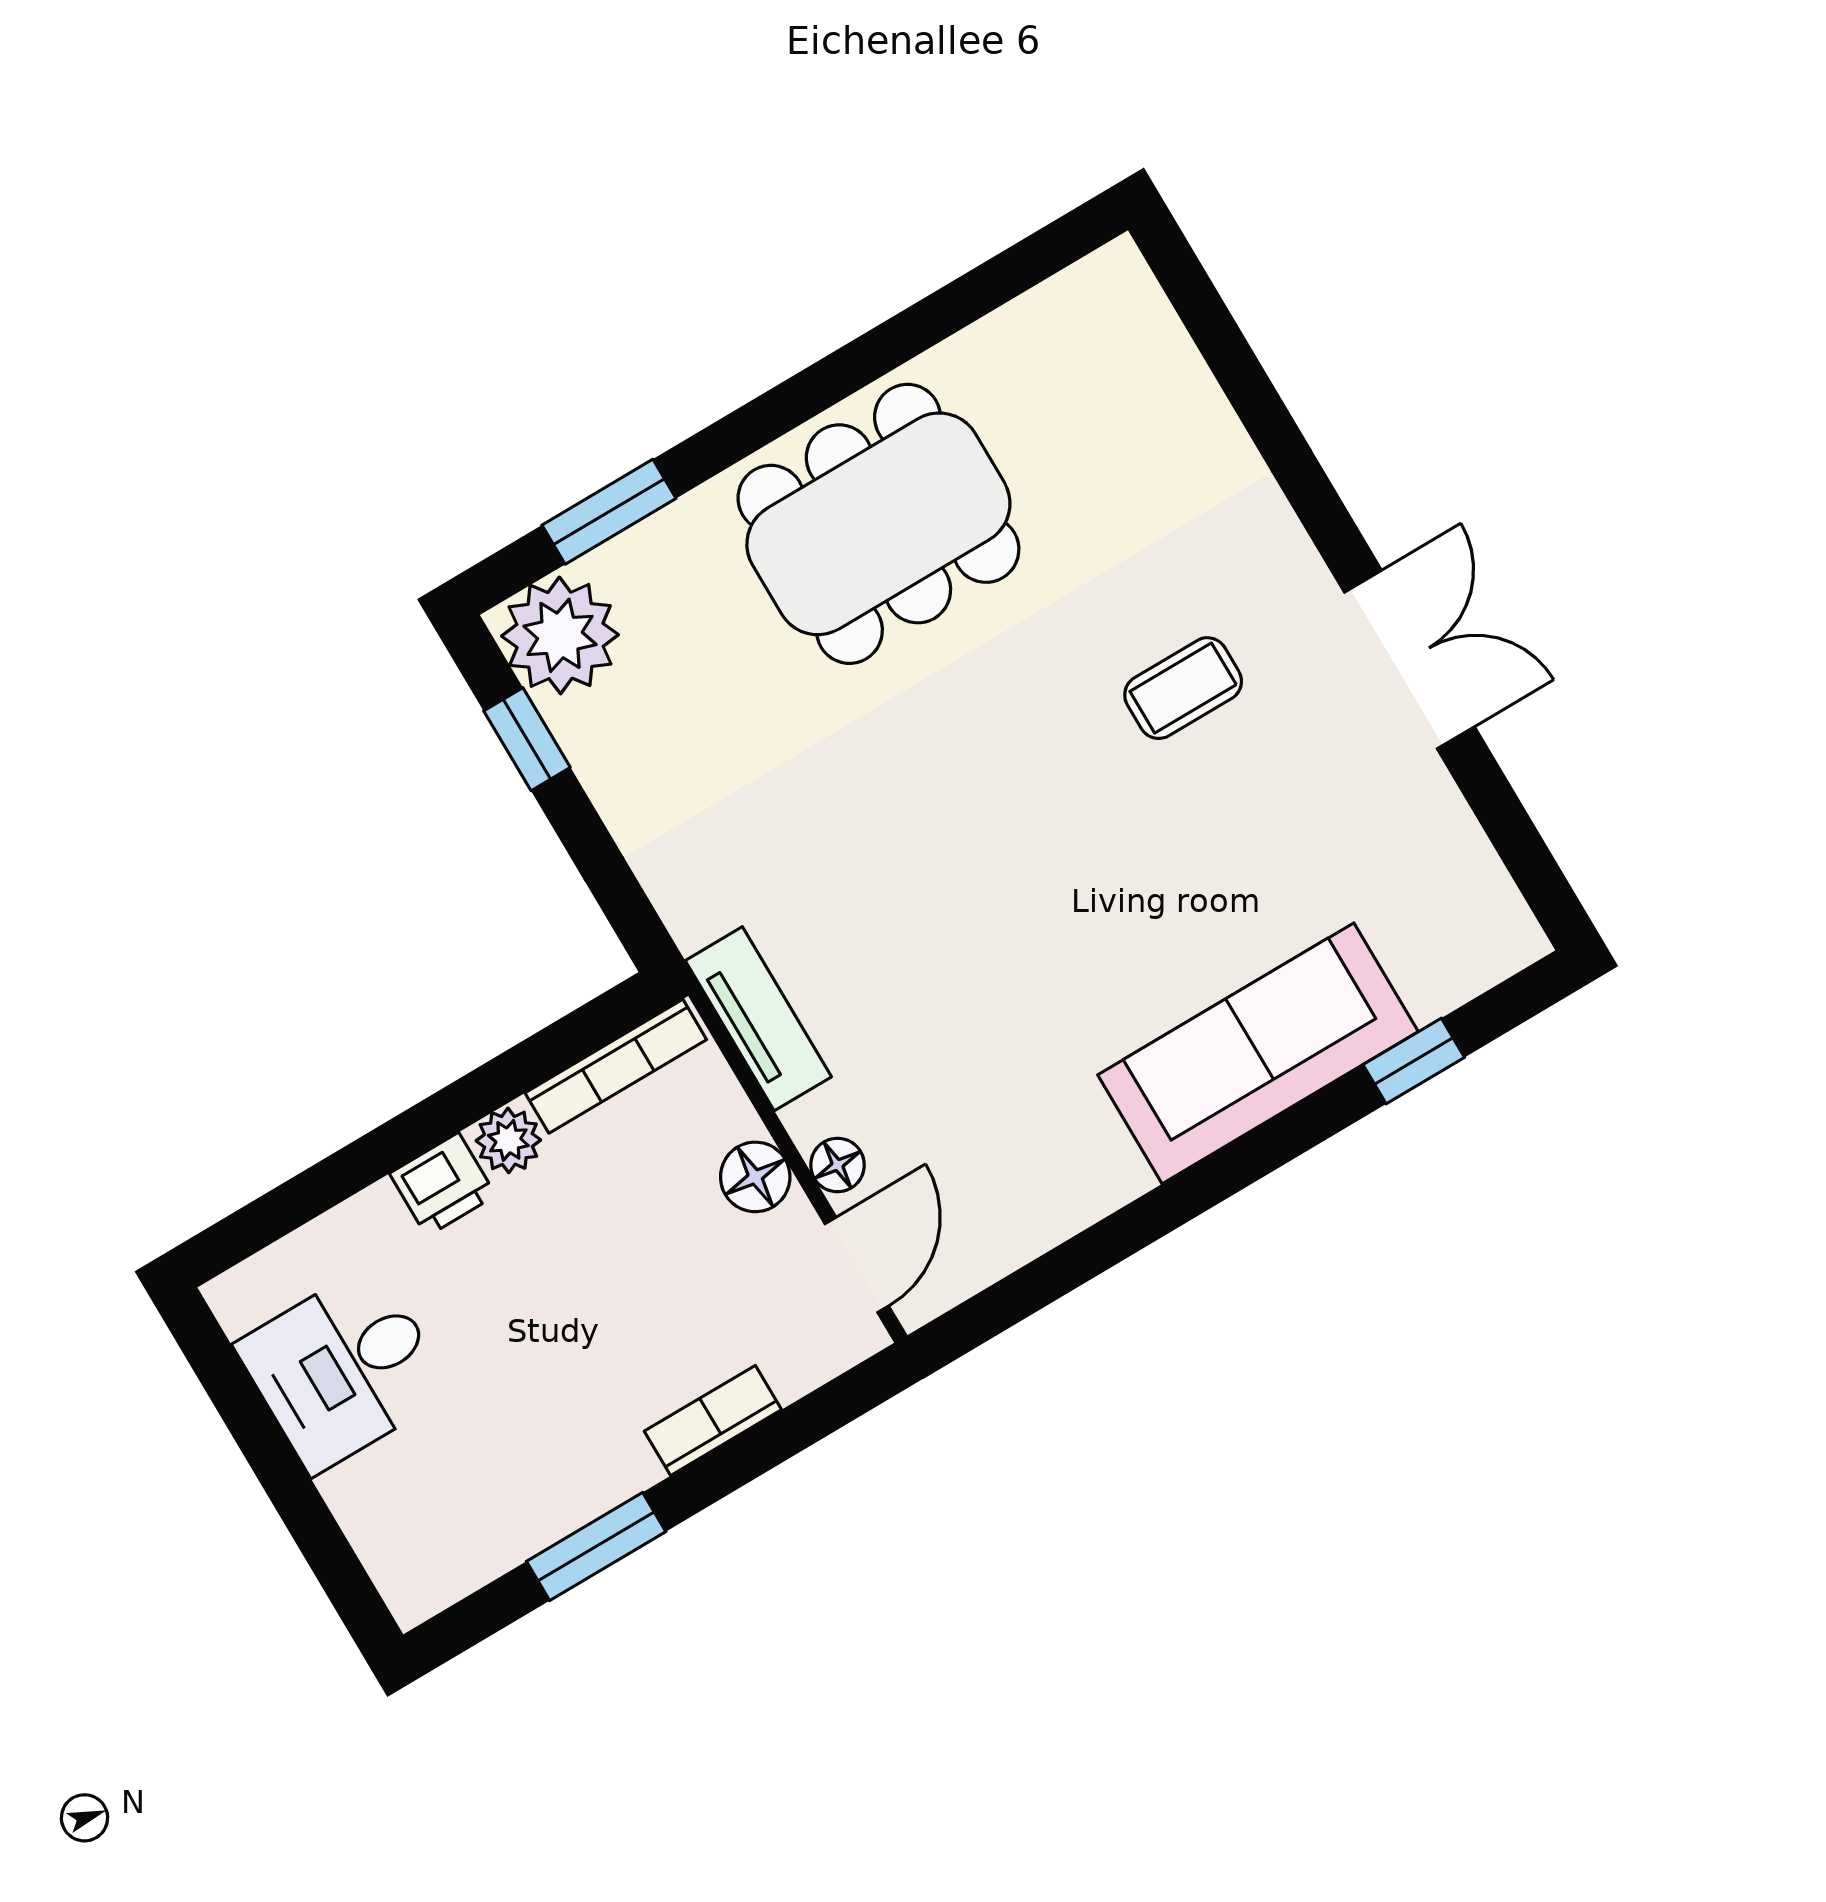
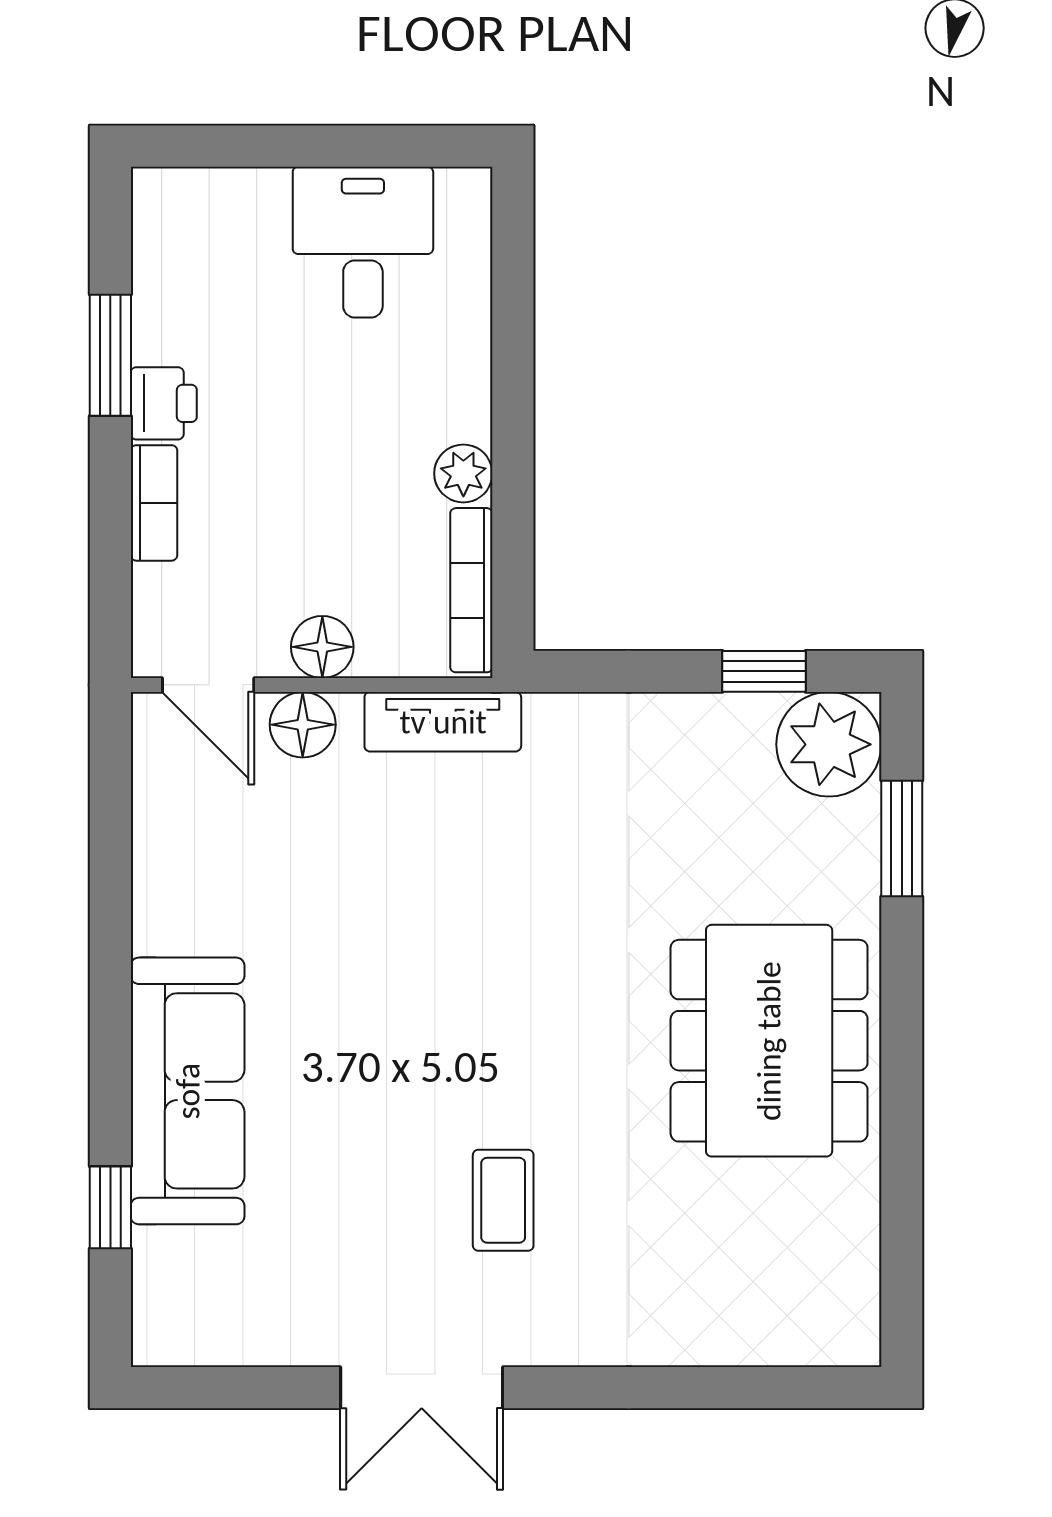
floor lamp: (838, 1165) -> (303, 725), width x1.37, depth x1.37
printer: (443, 1184) -> (164, 403), moved, turned 180

